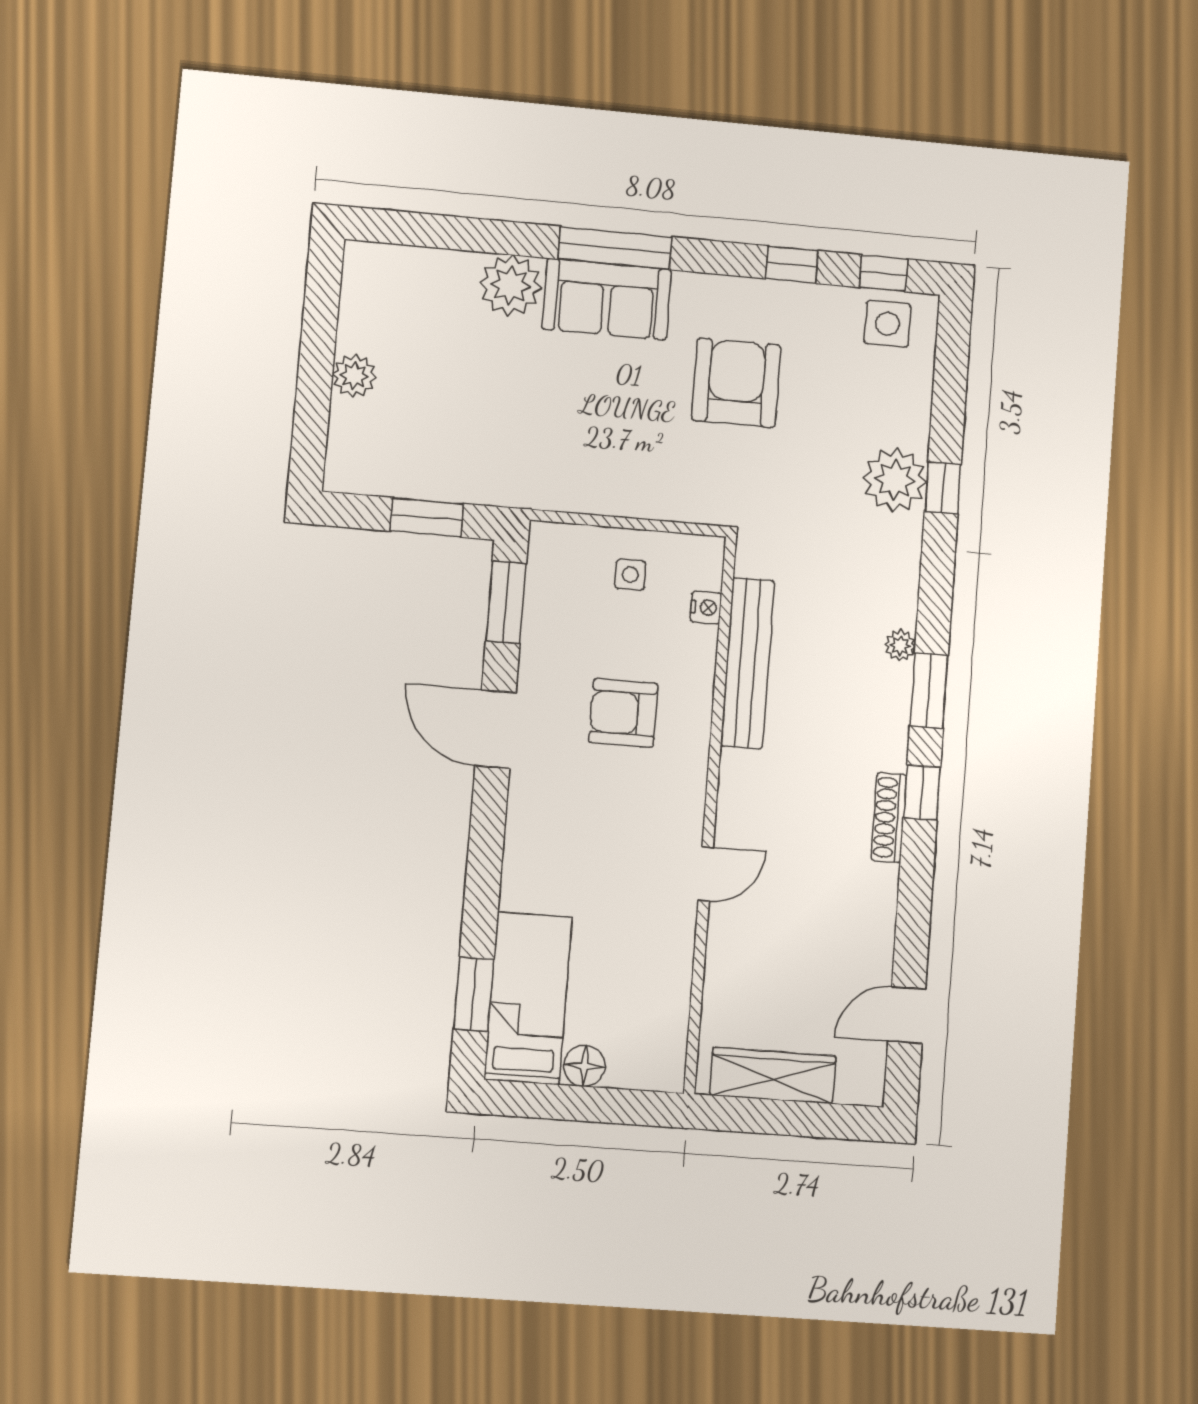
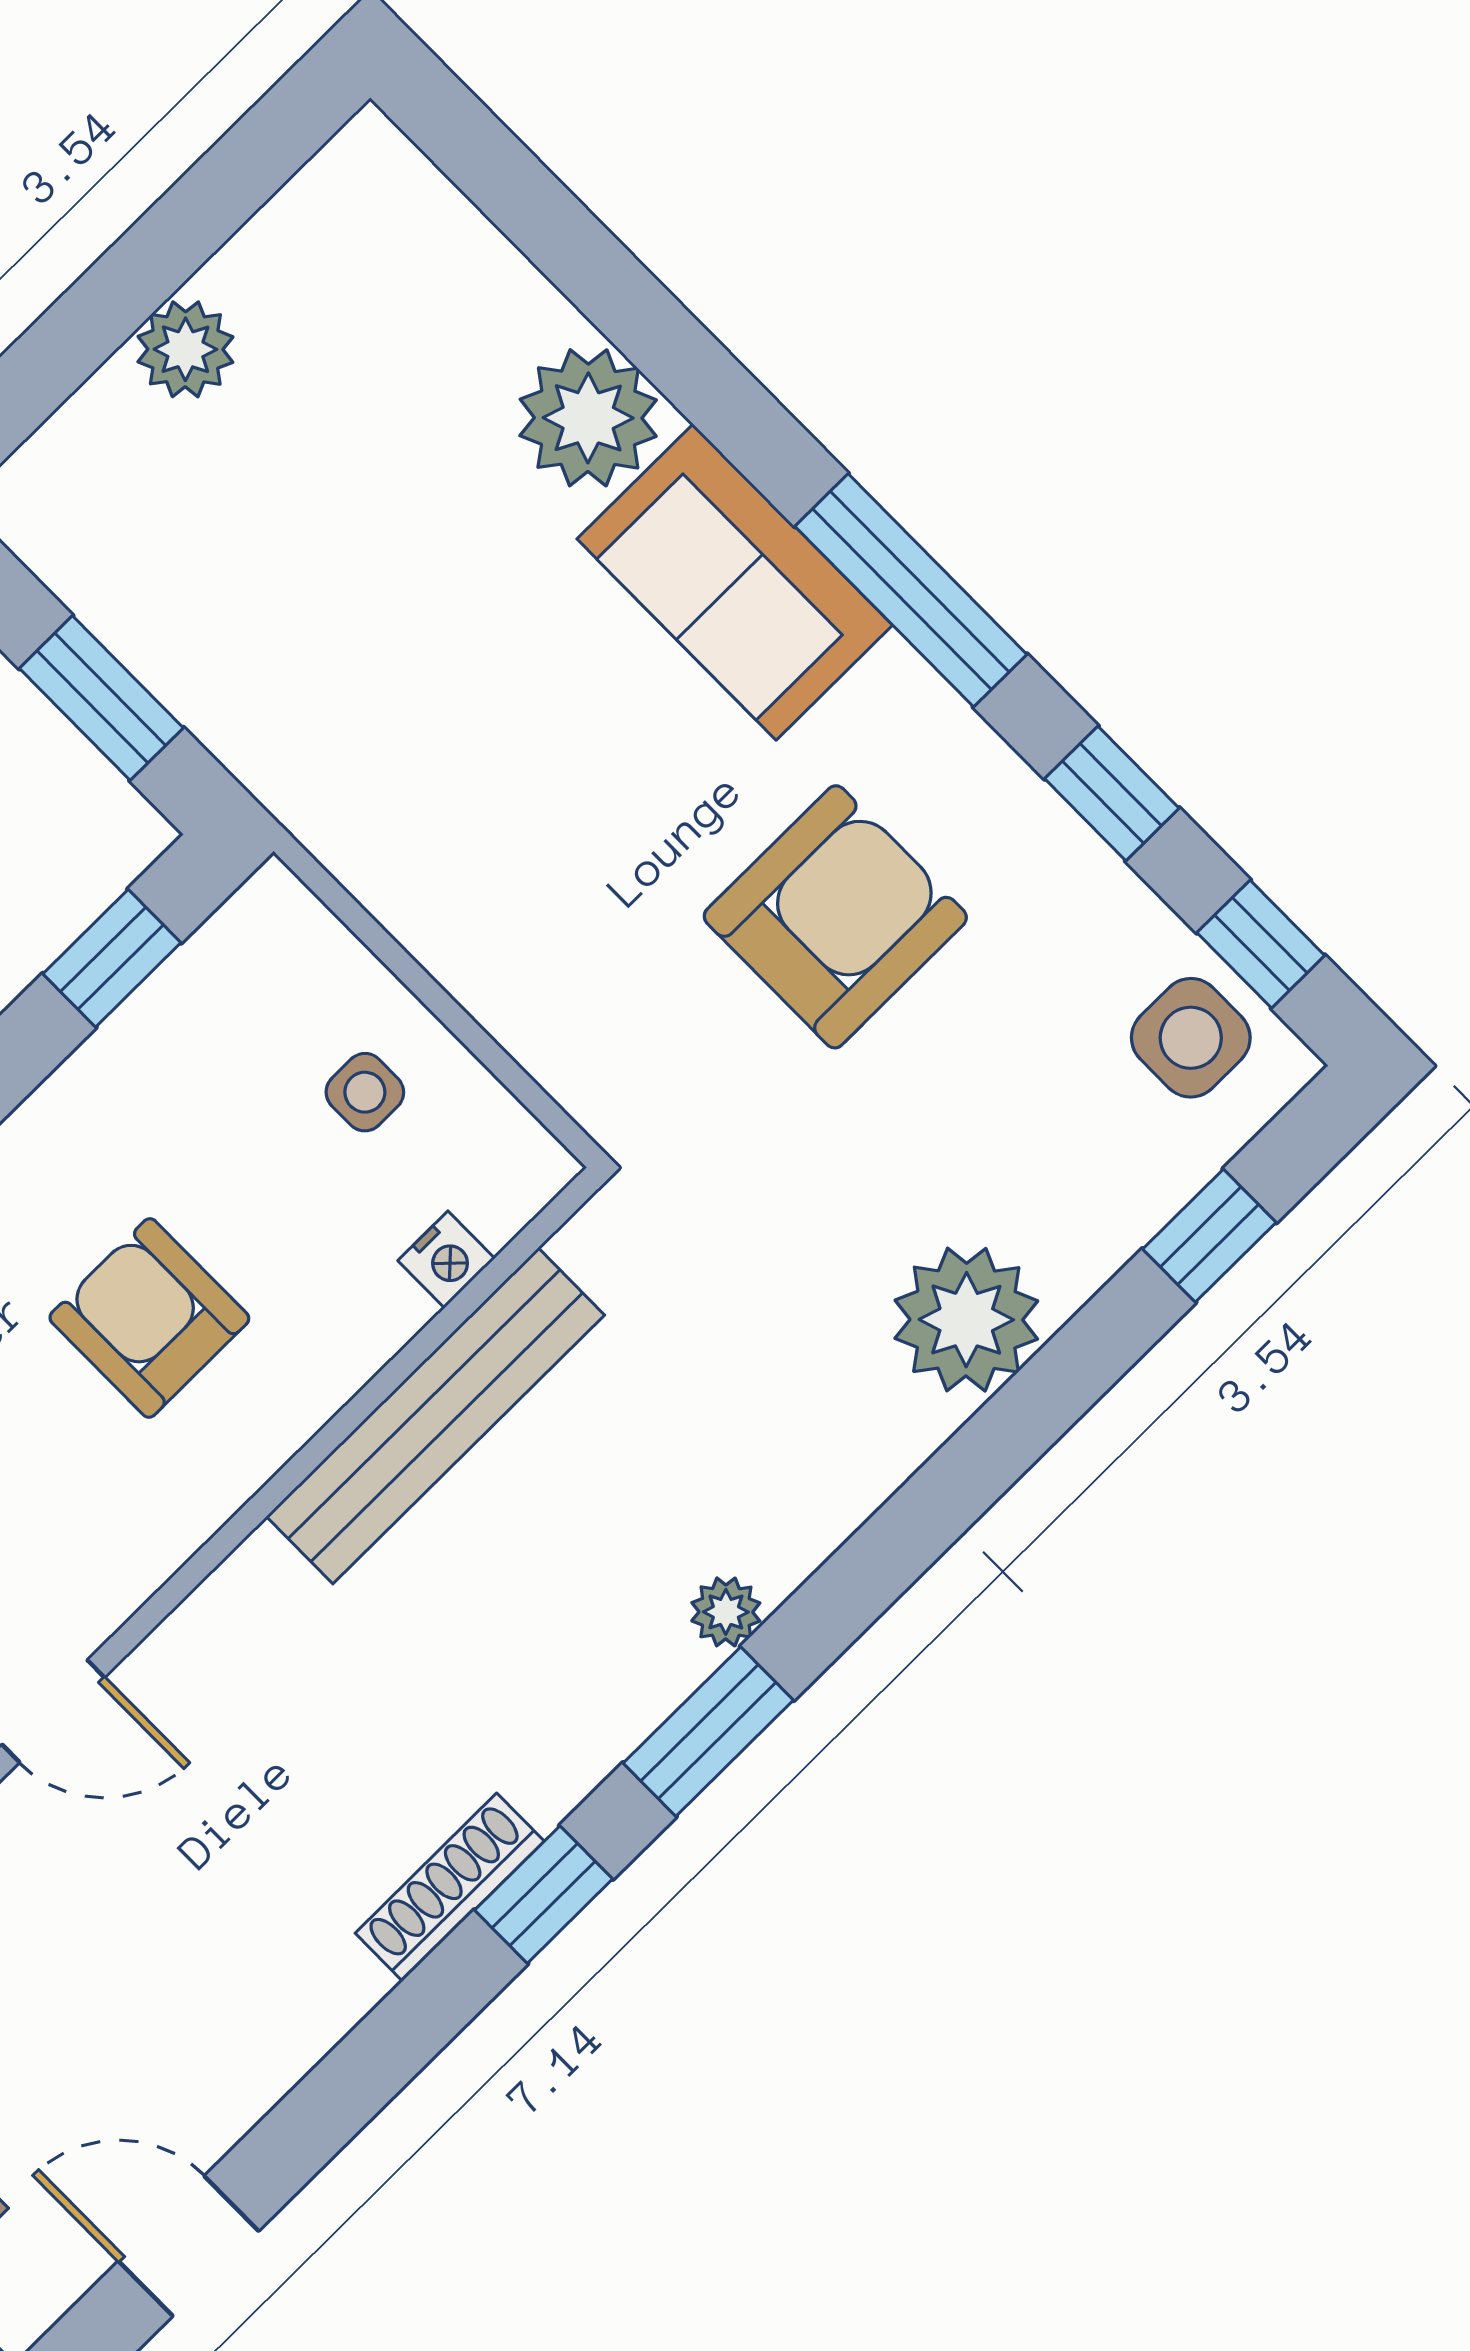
window: (615, 248) -> (911, 590), moved
window: (943, 488) -> (1209, 1236), moved
window: (506, 602) -> (112, 958), width x0.67

